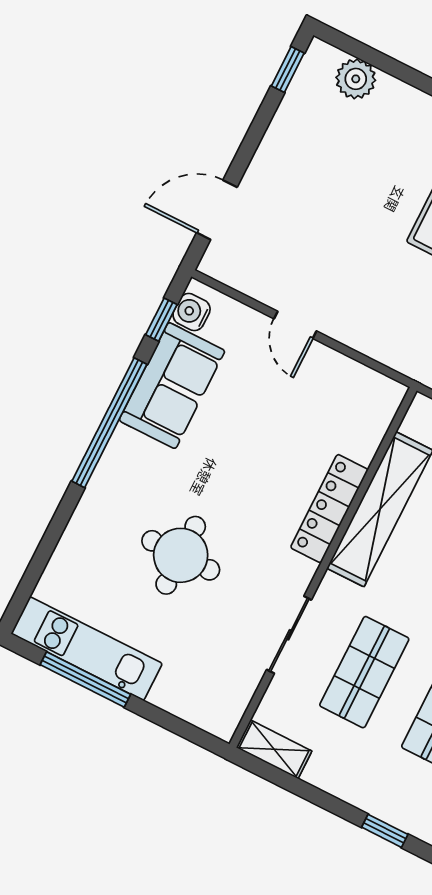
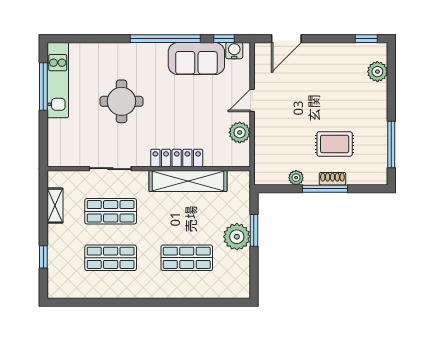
door: (217, 210) -> (286, 39), swing flipped
plant: (340, 375) -> (240, 132), added
shelving: (274, 749) -> (55, 206), moved

